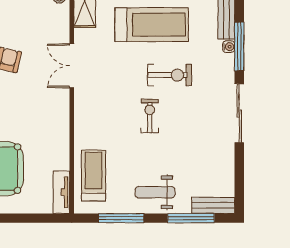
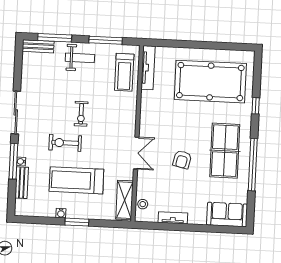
tv unit: (61, 192) -> (148, 68), width x1.41

